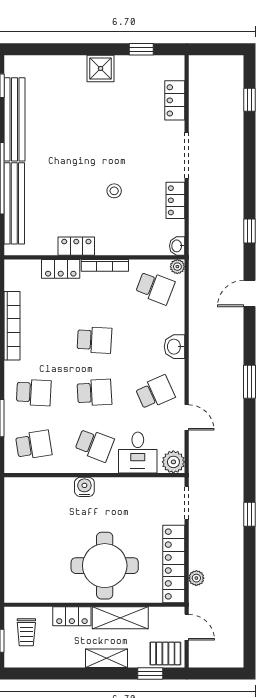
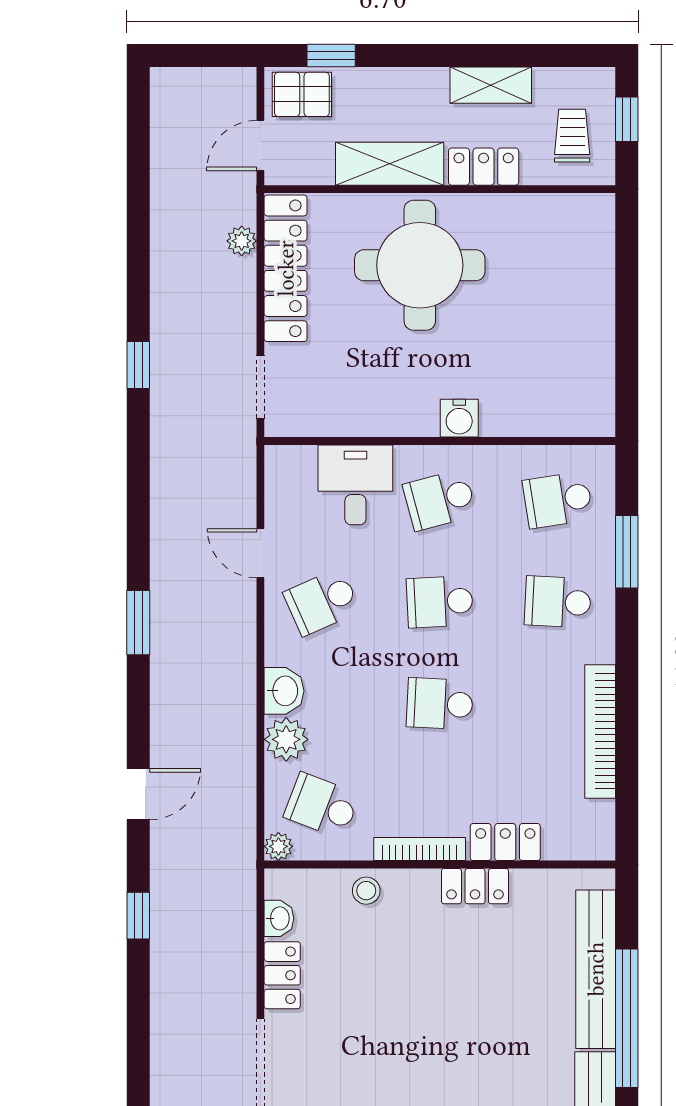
stool: (114, 191) -> (366, 891), moved
washbasin: (177, 246) -> (279, 918), moved
school desk: (94, 445) -> (440, 500), turned -36
plant: (173, 462) -> (286, 739), moved
door: (187, 627) -> (260, 146), hinge flipped
shelving: (106, 658) -> (491, 85), moved

